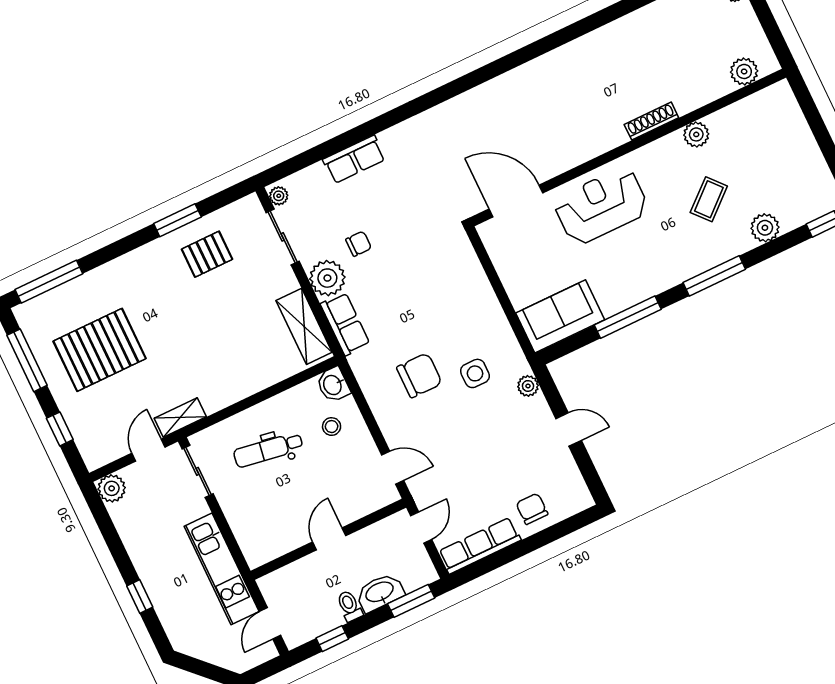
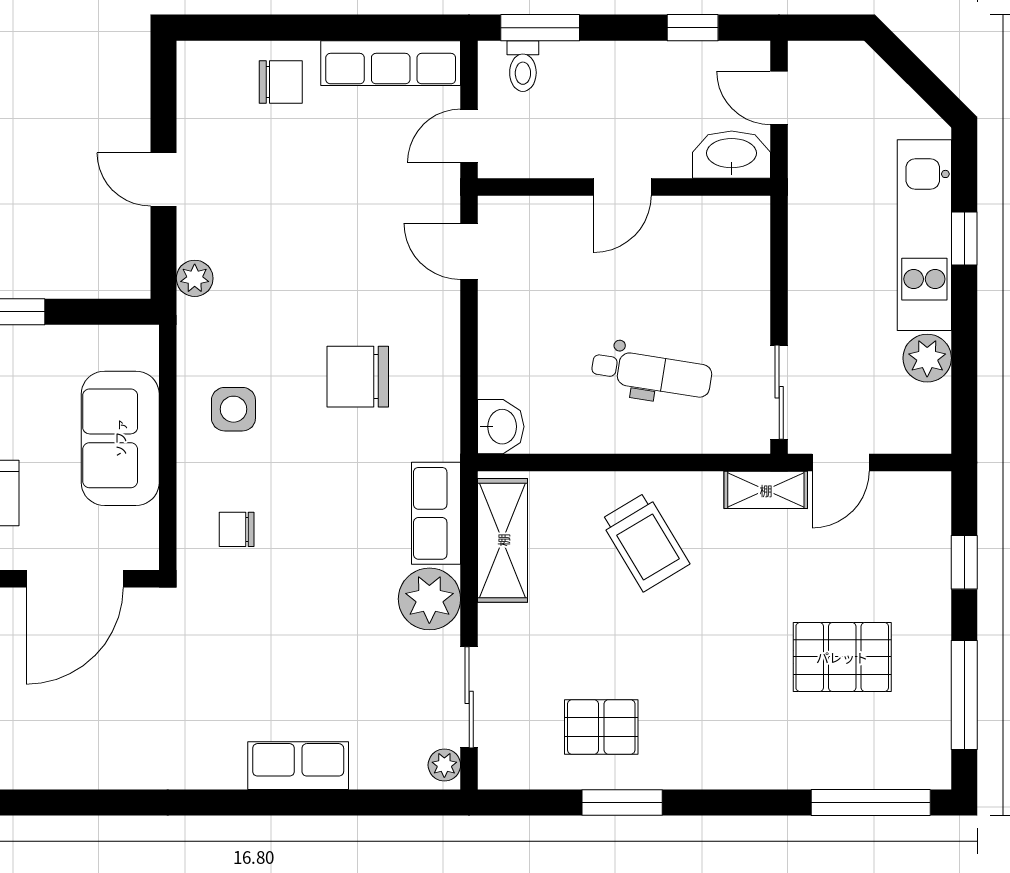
door: (516, 201) -> (75, 579), hinge flipped
chair: (359, 244) -> (237, 529), moved
sofa: (560, 316) -> (120, 438), moved, turned 90
pallet: (100, 350) -> (842, 657), width x0.73, depth x0.71
trolley: (230, 361) -> (645, 542), added
side table: (475, 373) -> (233, 409), moved
stool: (332, 427) -> (534, 362), removed
plant: (112, 488) -> (927, 358), moved
chair: (532, 509) -> (281, 82), turned -90
kitchen unit: (222, 569) -> (924, 235), moved, turned 180
washbasin: (380, 593) -> (732, 155), moved, turned 180
toilet: (349, 606) -> (523, 66), moved
door: (270, 623) -> (779, 98), swing flipped

